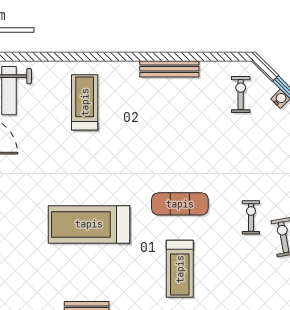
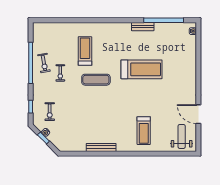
exercise bike: (241, 94) -> (50, 112), moved
treadmill: (180, 269) -> (85, 51), moved

